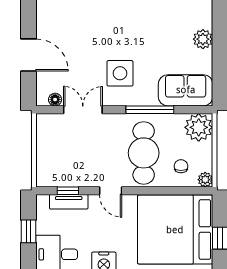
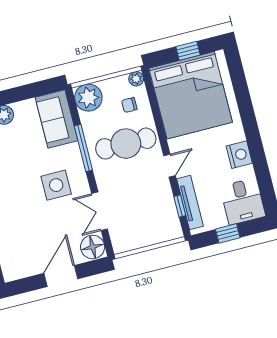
floor lamp: (55, 100) -> (93, 247), width x1.89, depth x1.89
tv unit: (69, 202) -> (190, 203), width x1.41

